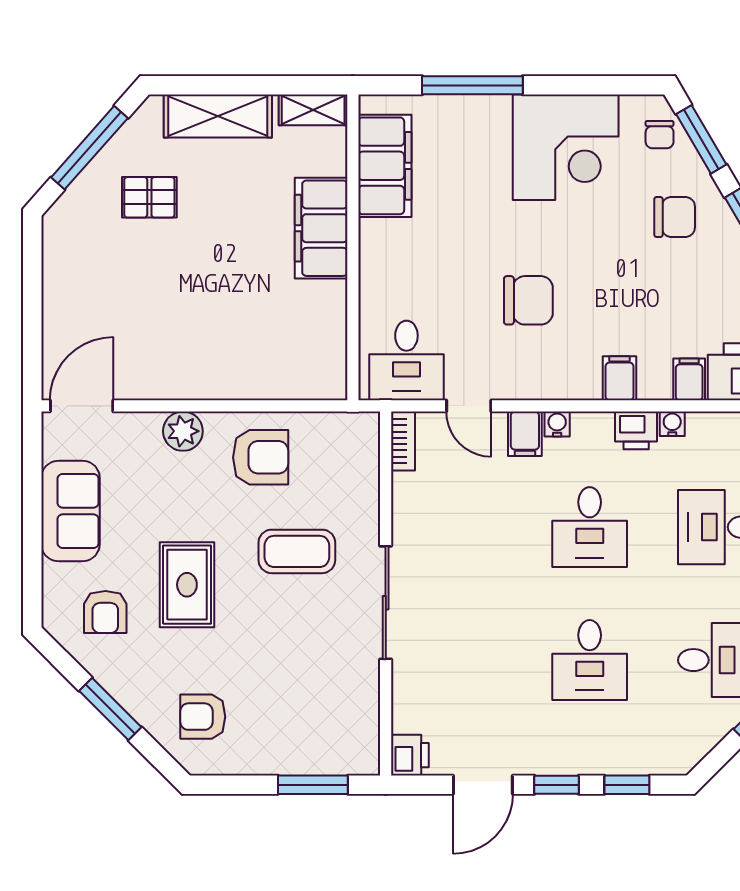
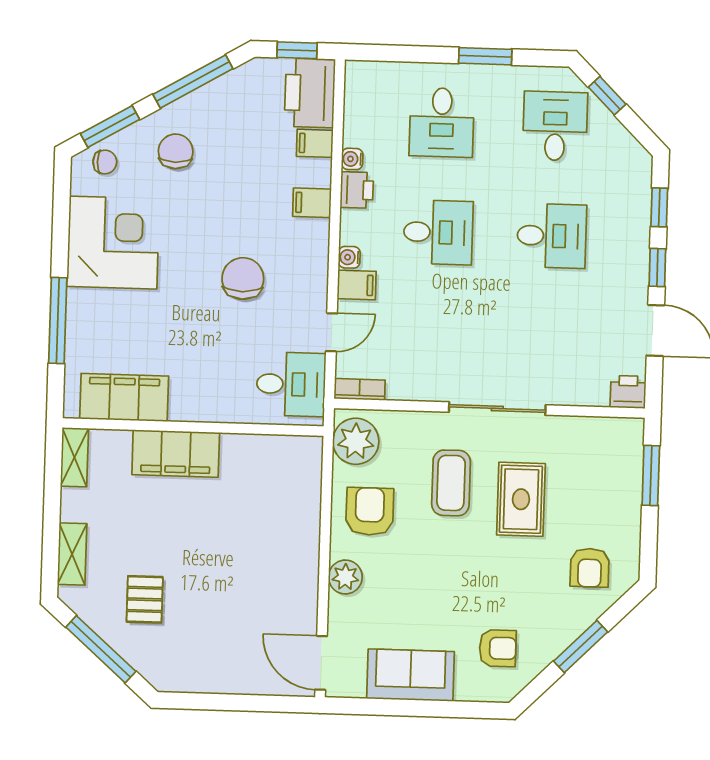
shelving: (218, 116) -> (72, 554), width x0.67, depth x0.75
plant: (342, 438) -> (356, 441), added
rug: (187, 585) -> (521, 499), moved, turned 90

